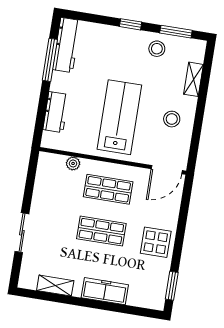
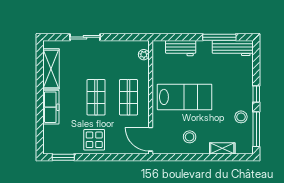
window: (176, 32) -> (256, 129), width x1.44
plant: (73, 163) -> (144, 55), moved
shelving: (55, 286) -> (51, 69), width x1.50, depth x1.33

